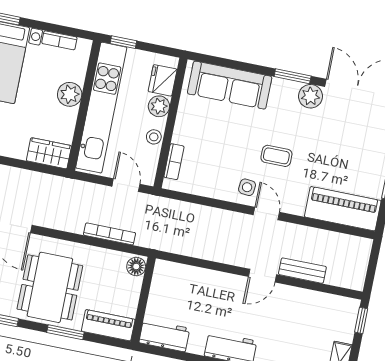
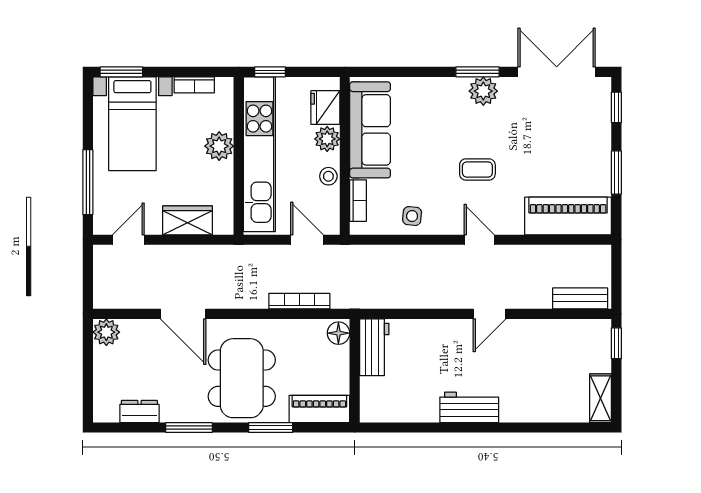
sofa: (230, 85) -> (370, 130), moved, turned -90
plant: (310, 96) -> (483, 91), moved
wardrobe: (49, 153) -> (188, 220), moved
side table: (247, 187) -> (412, 216), moved
bench: (302, 271) -> (580, 298), moved
workbench: (164, 336) -> (374, 347), moved, turned 90

